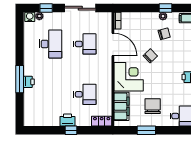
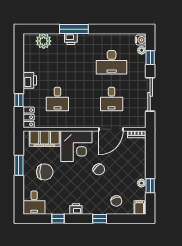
chair: (164, 34) -> (116, 201), moved
plant: (31, 107) -> (44, 41), added
window: (71, 130) -> (19, 100), moved

